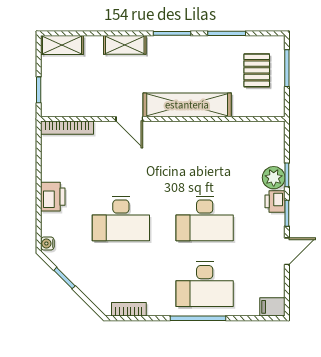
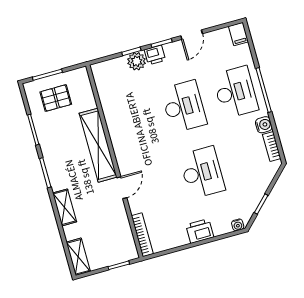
door: (287, 251) -> (192, 35), swing flipped
water cooler: (157, 307) -> (264, 125), added

